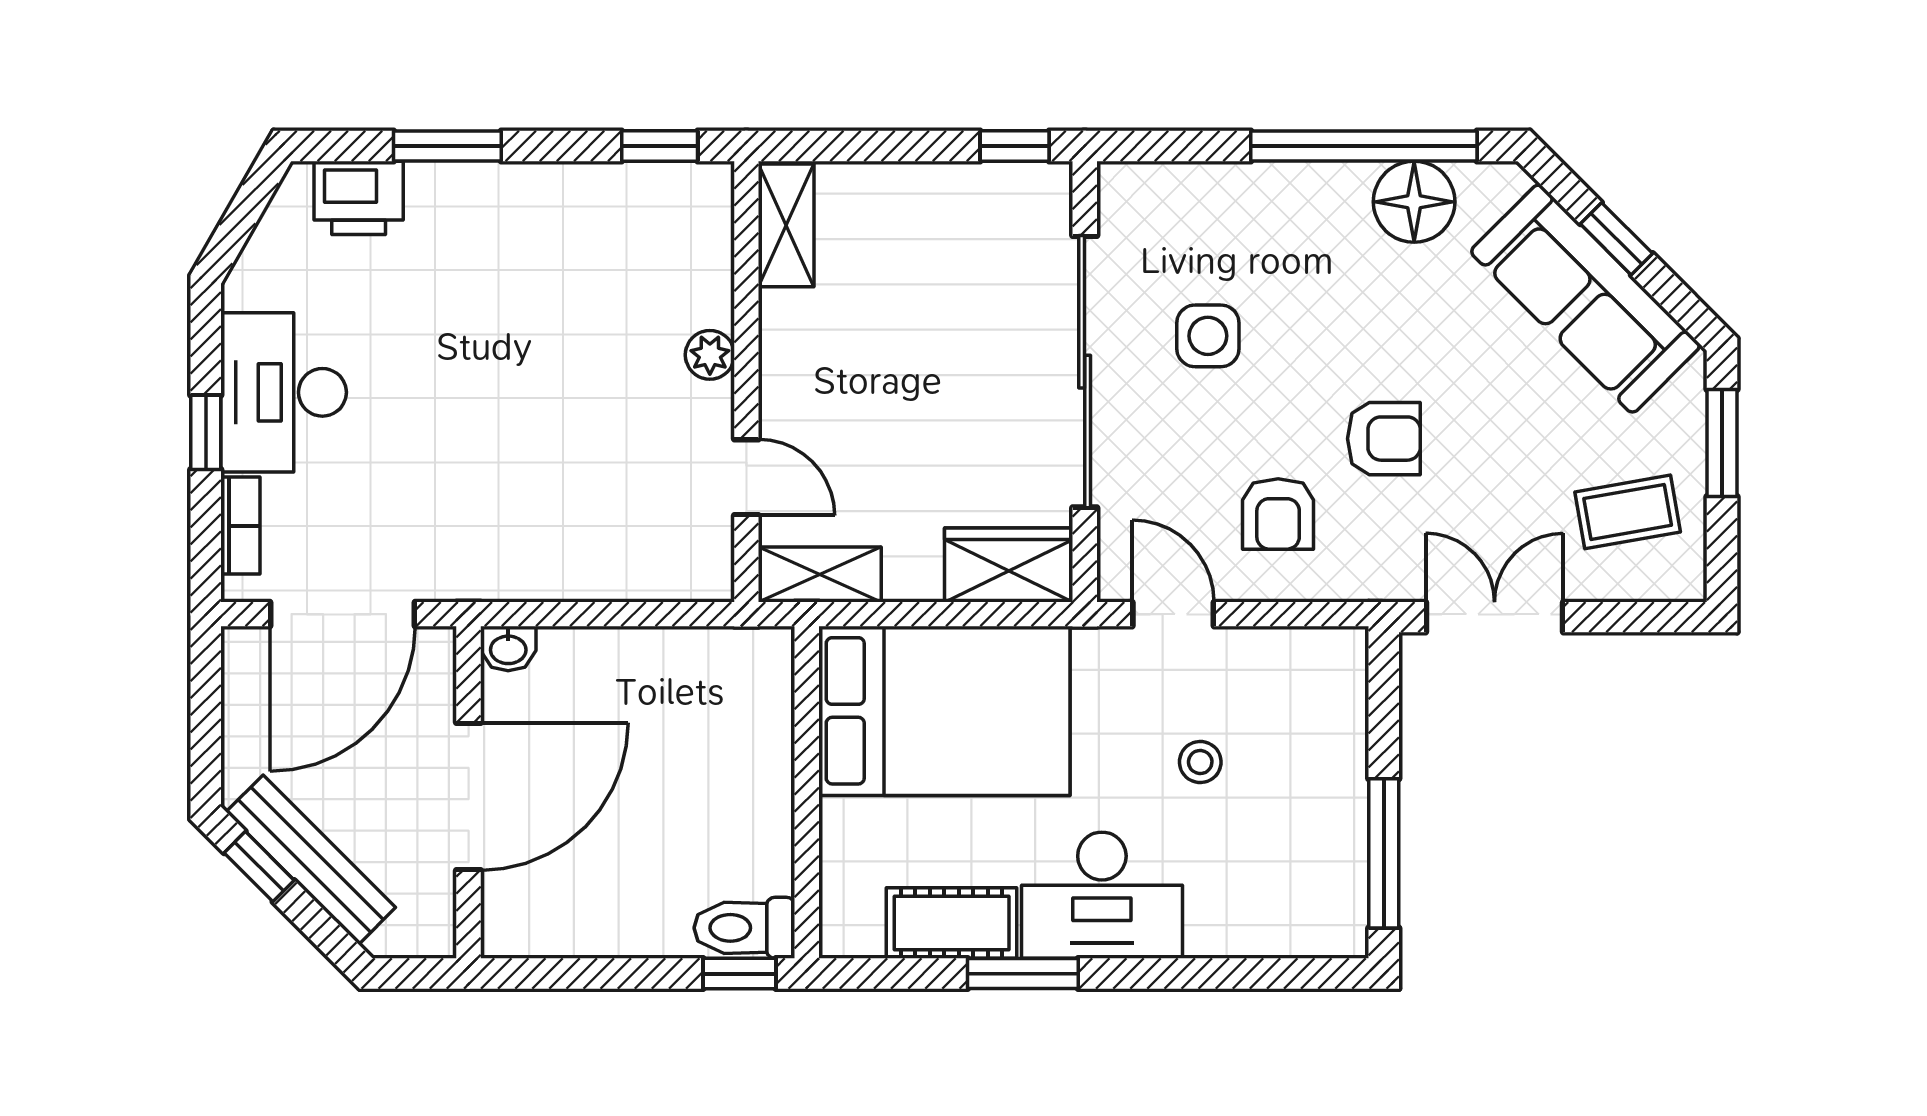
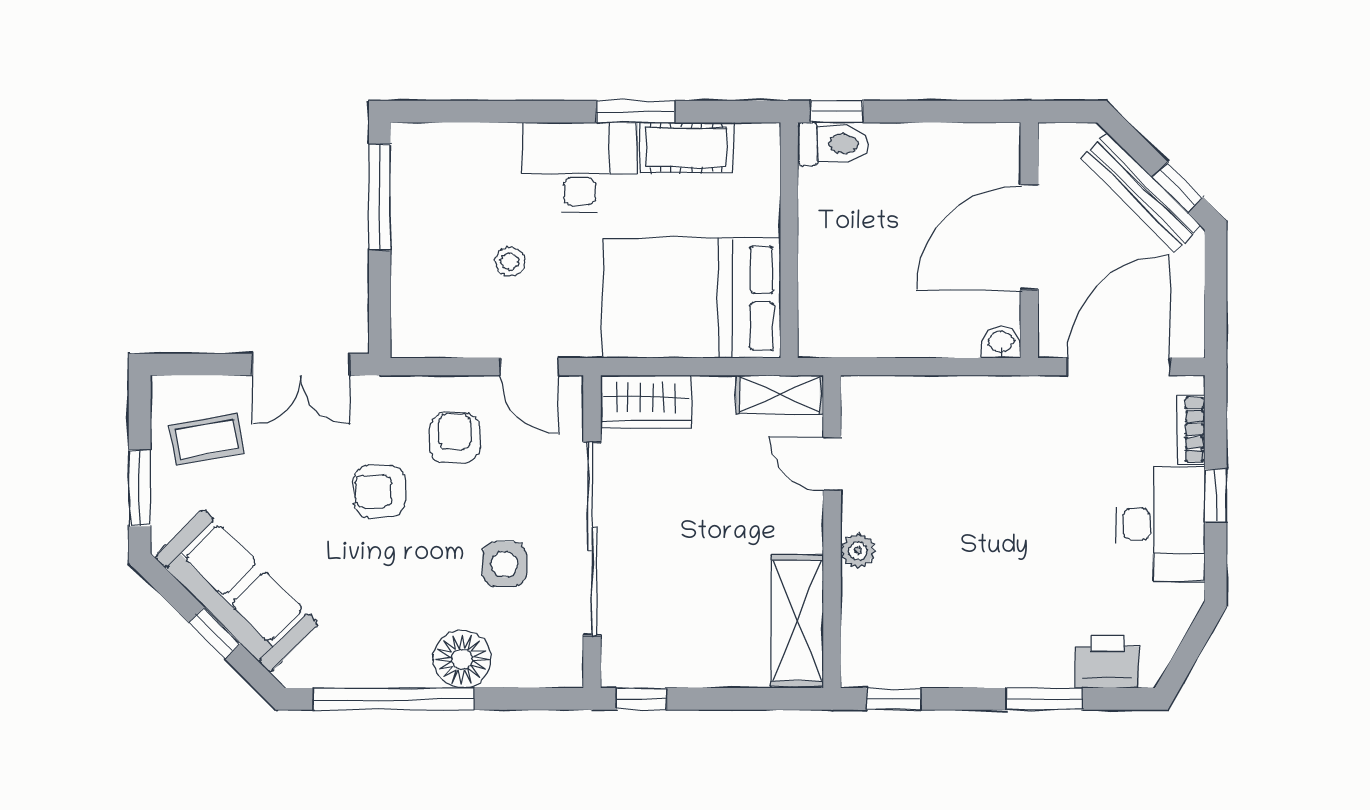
floor lamp: (1414, 202) -> (462, 659), moved
shelving: (786, 225) -> (797, 621), width x1.50, depth x1.33

